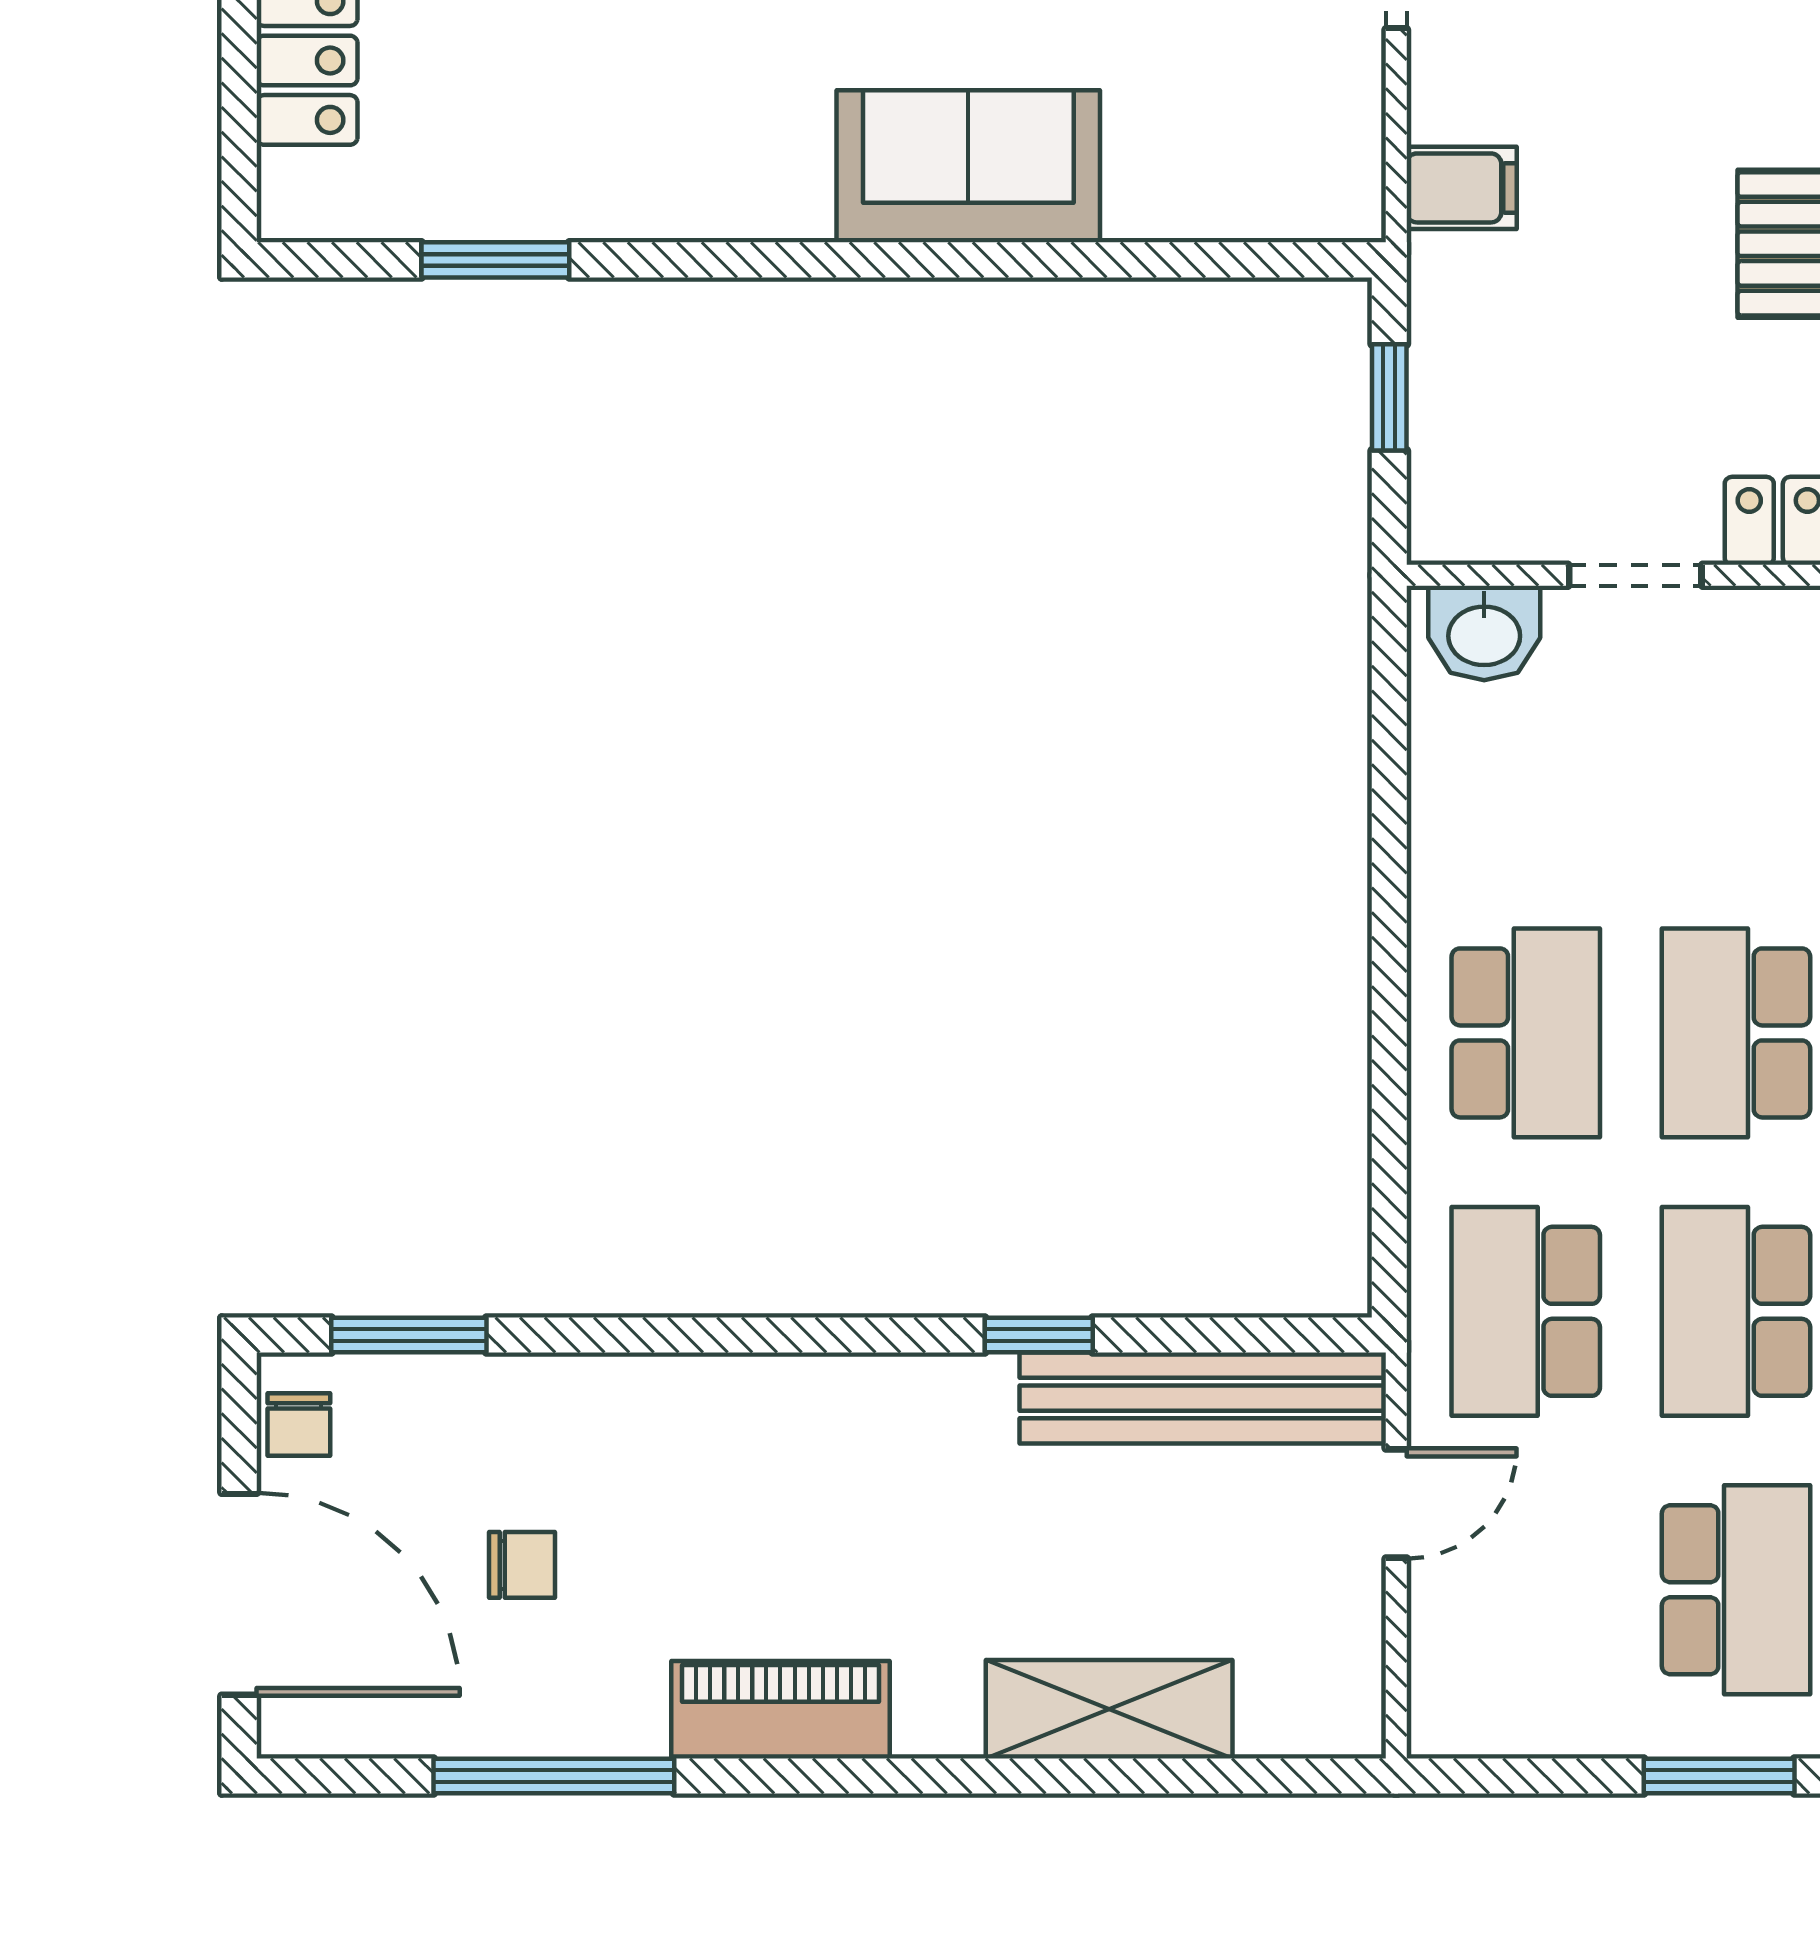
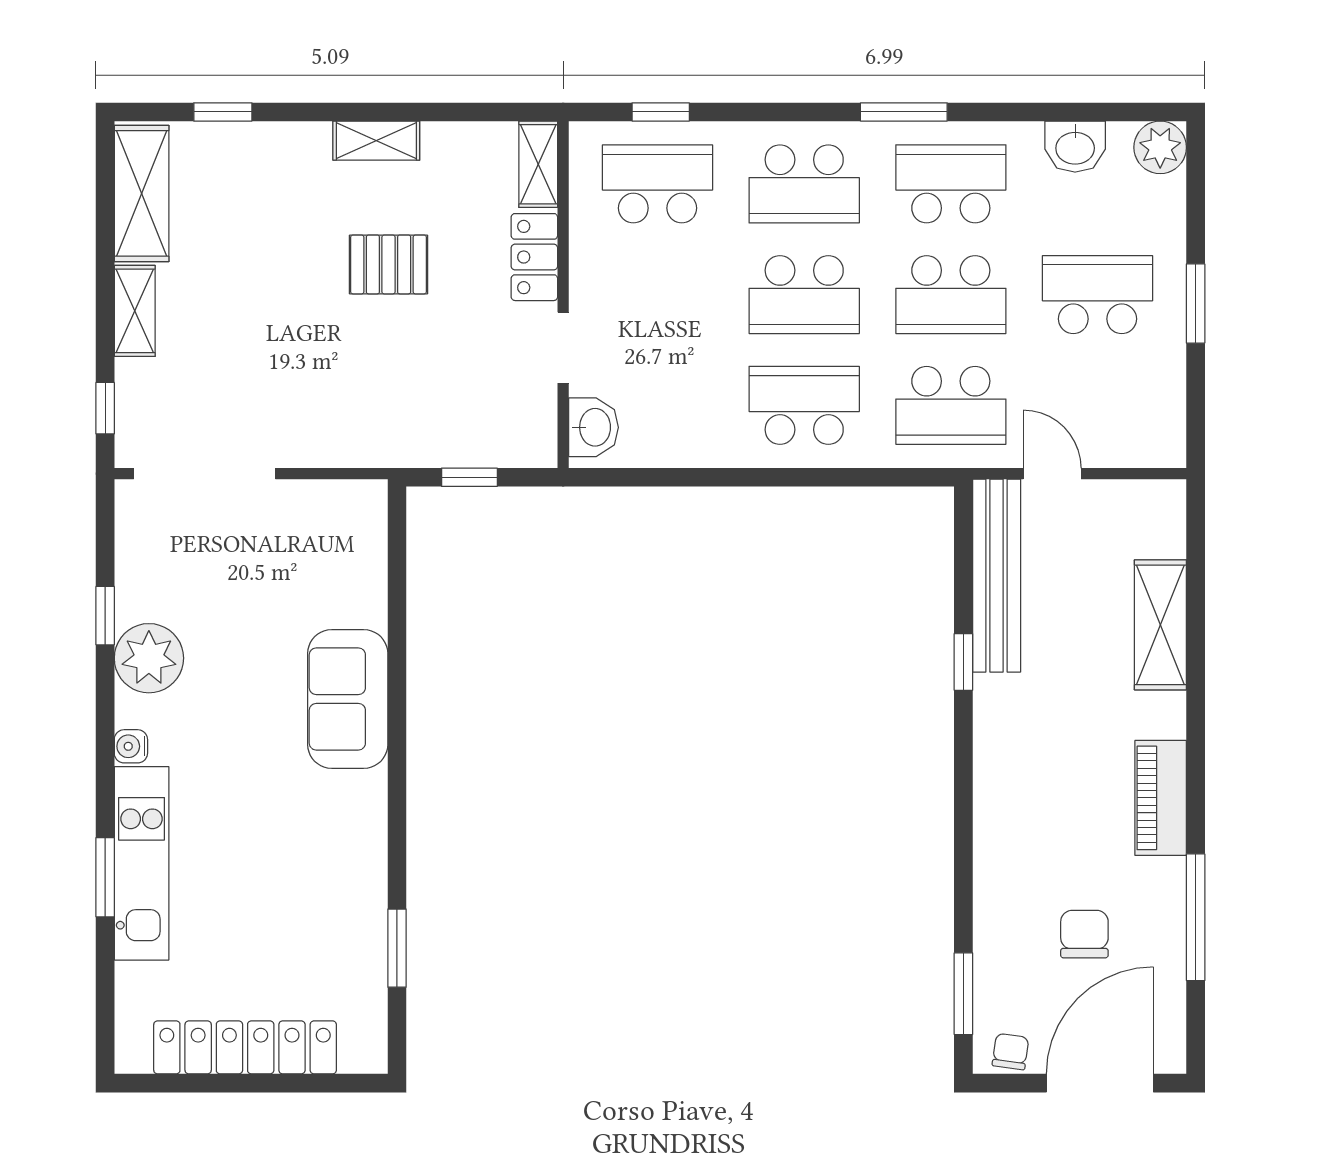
filing cabinet: (1462, 188) -> (359, 439), removed
chair: (299, 1425) -> (1010, 1052), turned -82
chair: (522, 1565) -> (1084, 934), width x1.37, depth x1.37

